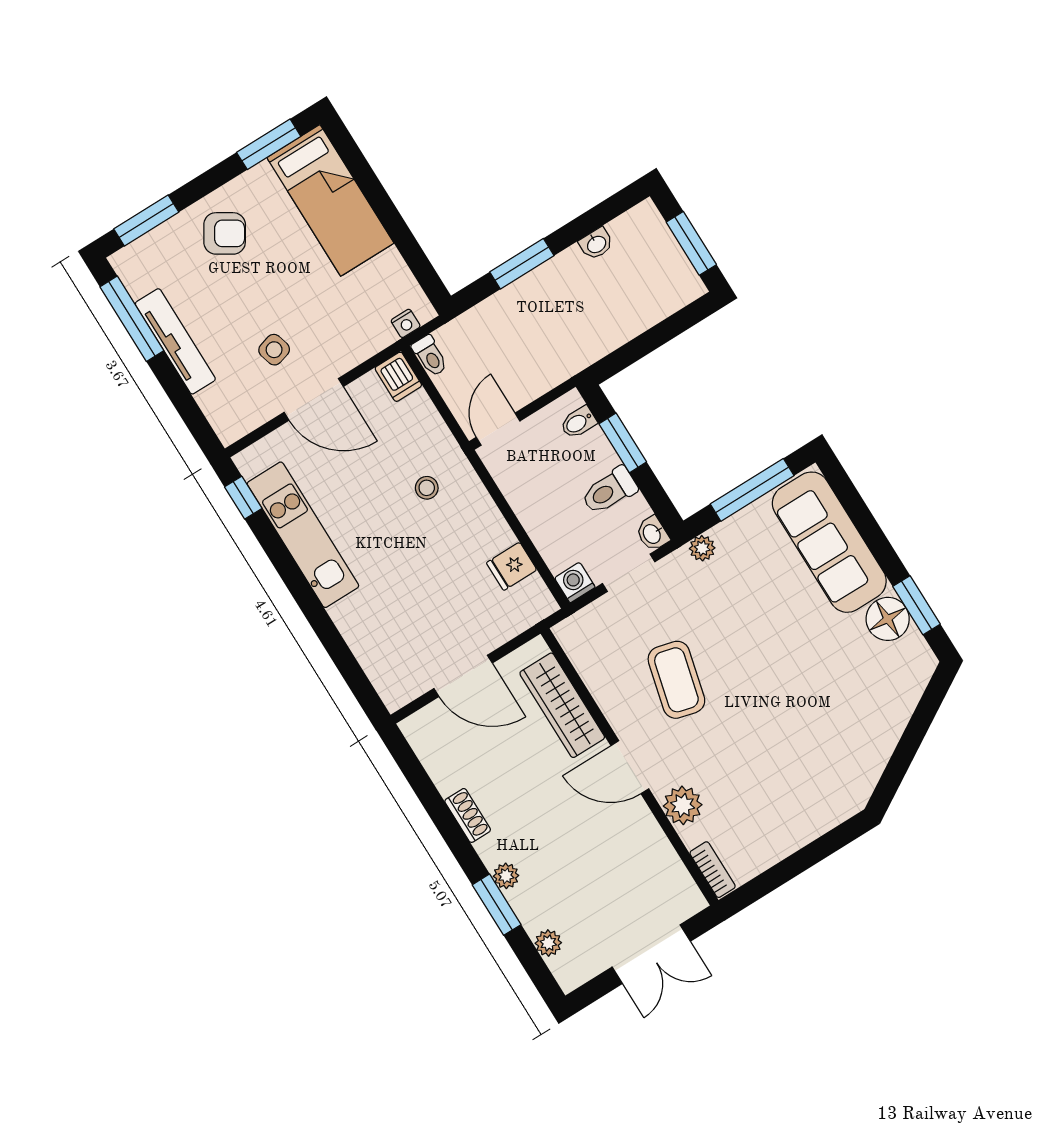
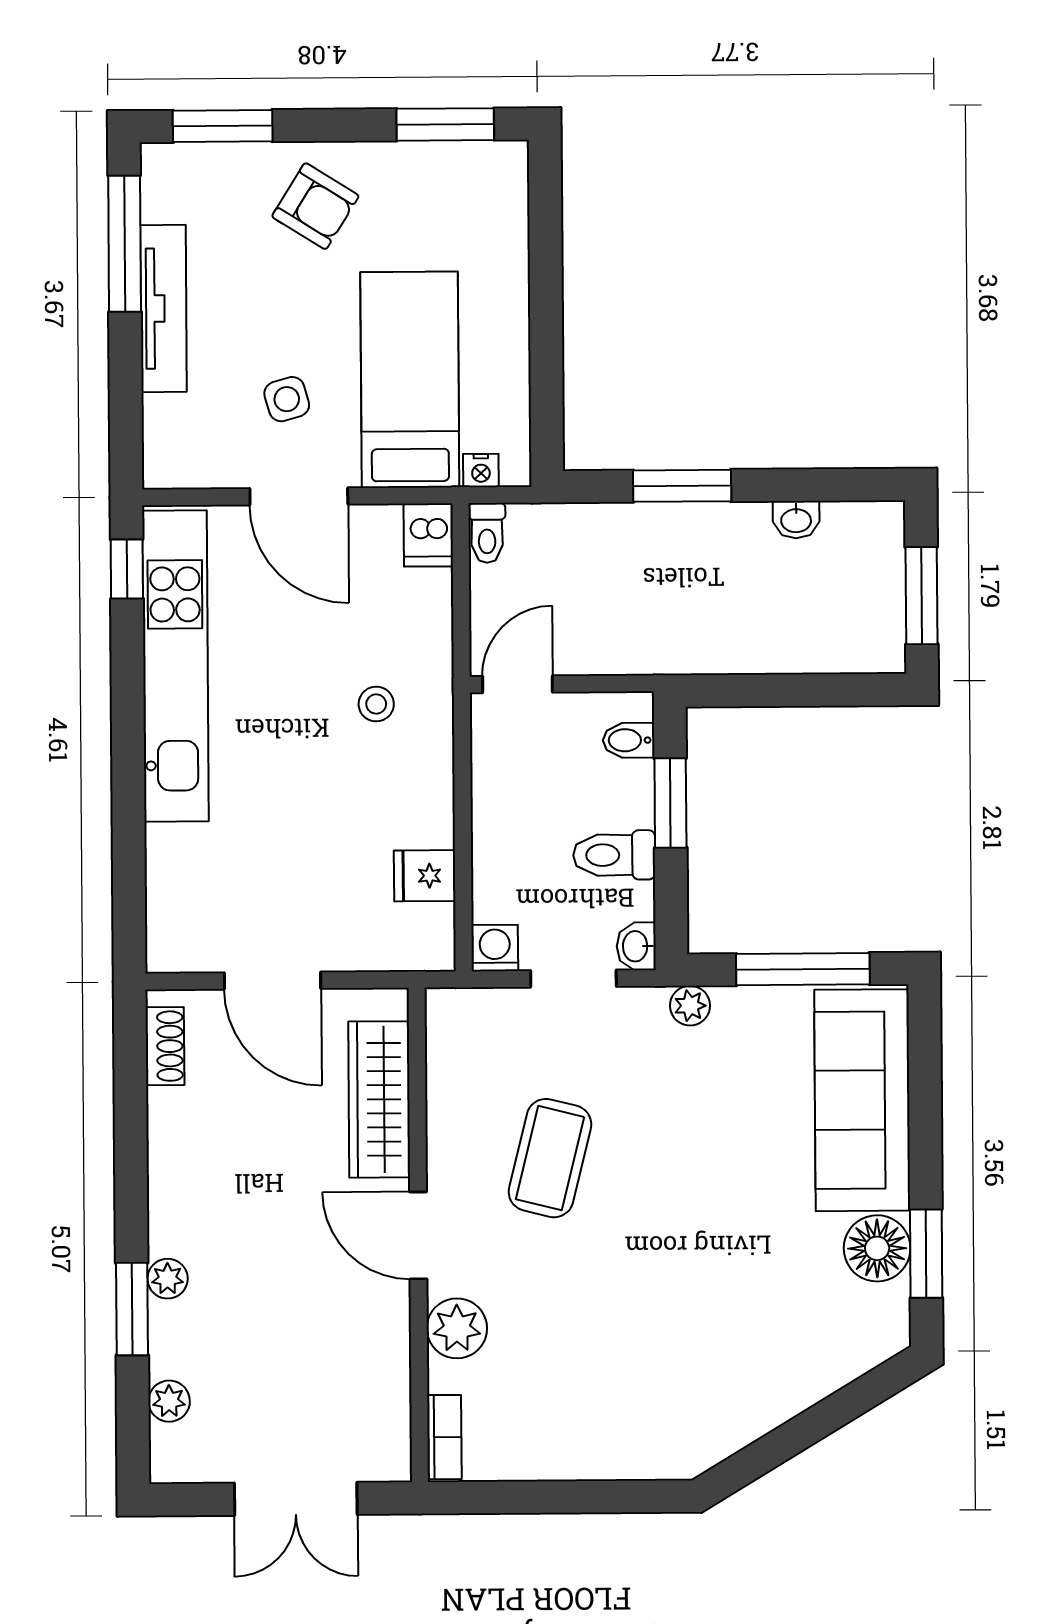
bed: (330, 200) -> (410, 380), moved, turned 180
kitchen unit: (303, 535) -> (175, 666), width x1.36
shoe rack: (468, 815) -> (165, 1046), moved

